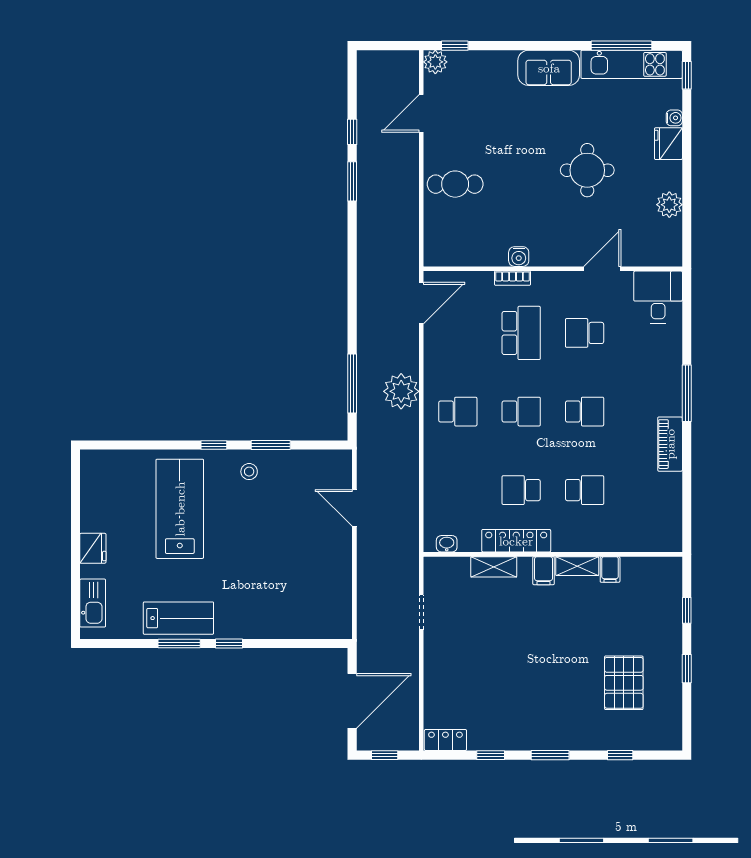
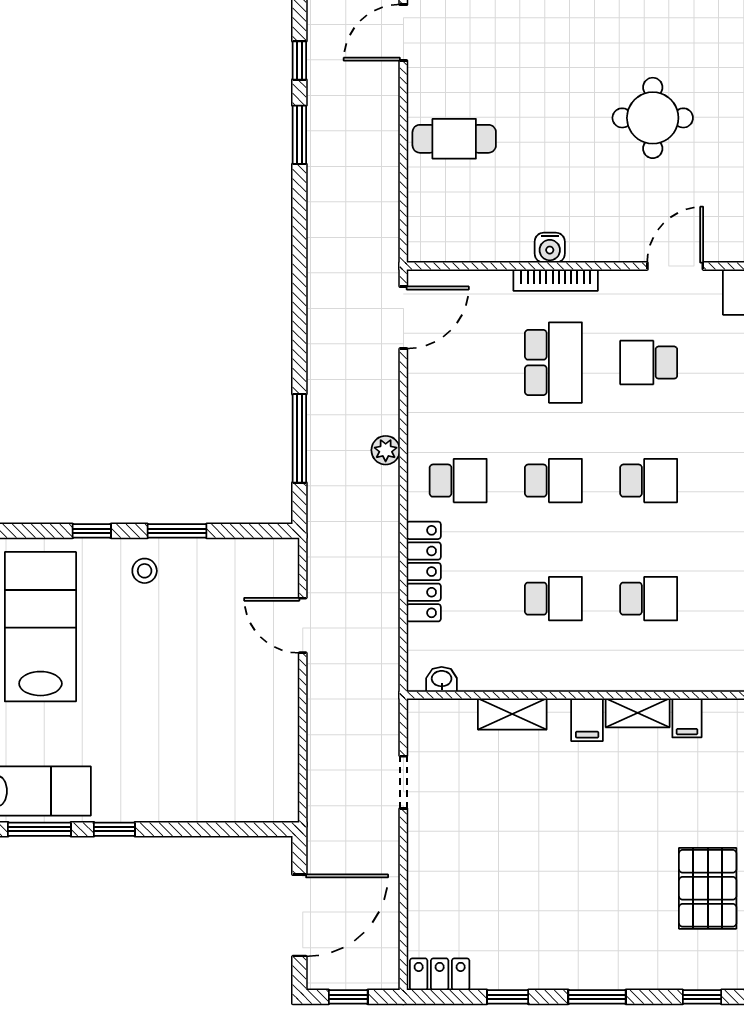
bookcase: (513, 278) -> (556, 280), width x1.56
plant: (401, 391) -> (386, 450), width x0.53, depth x0.53
school desk: (521, 490) -> (553, 599), turned 180
locker: (516, 541) -> (424, 572), moved, turned 90

